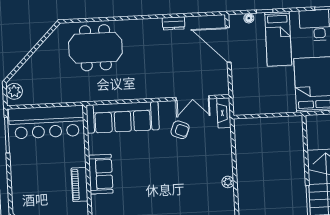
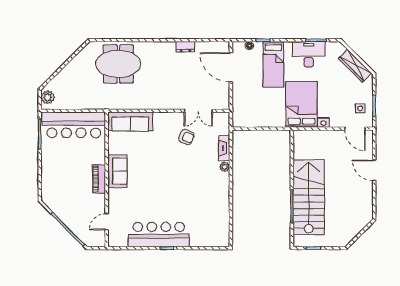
fireplace: (224, 113) -> (224, 148), moved
sofa: (123, 117) -> (130, 121), width x0.74, depth x0.79
plant: (228, 182) -> (225, 167), moved

